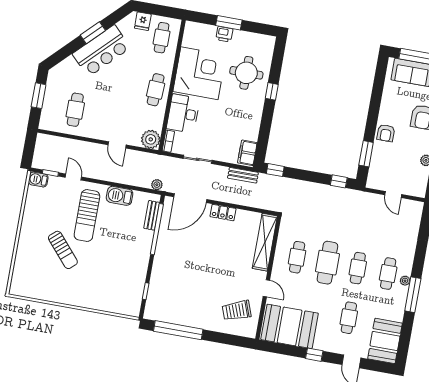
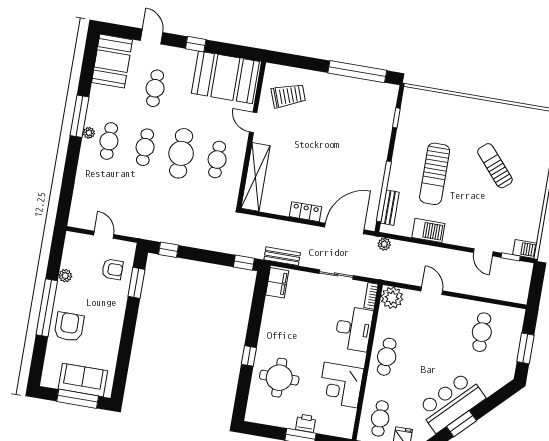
corner desk: (199, 73) -> (341, 385), width x0.74, depth x0.74
armchair: (386, 133) -> (112, 269), moved, turned 90
sun lounger: (87, 216) -> (435, 174), moved, turned 180

